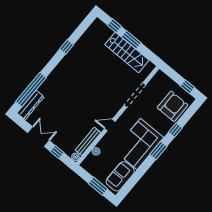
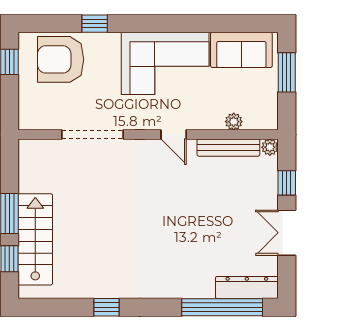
stairs: (127, 52) -> (35, 239), moved
window: (158, 150) -> (150, 24), removed

